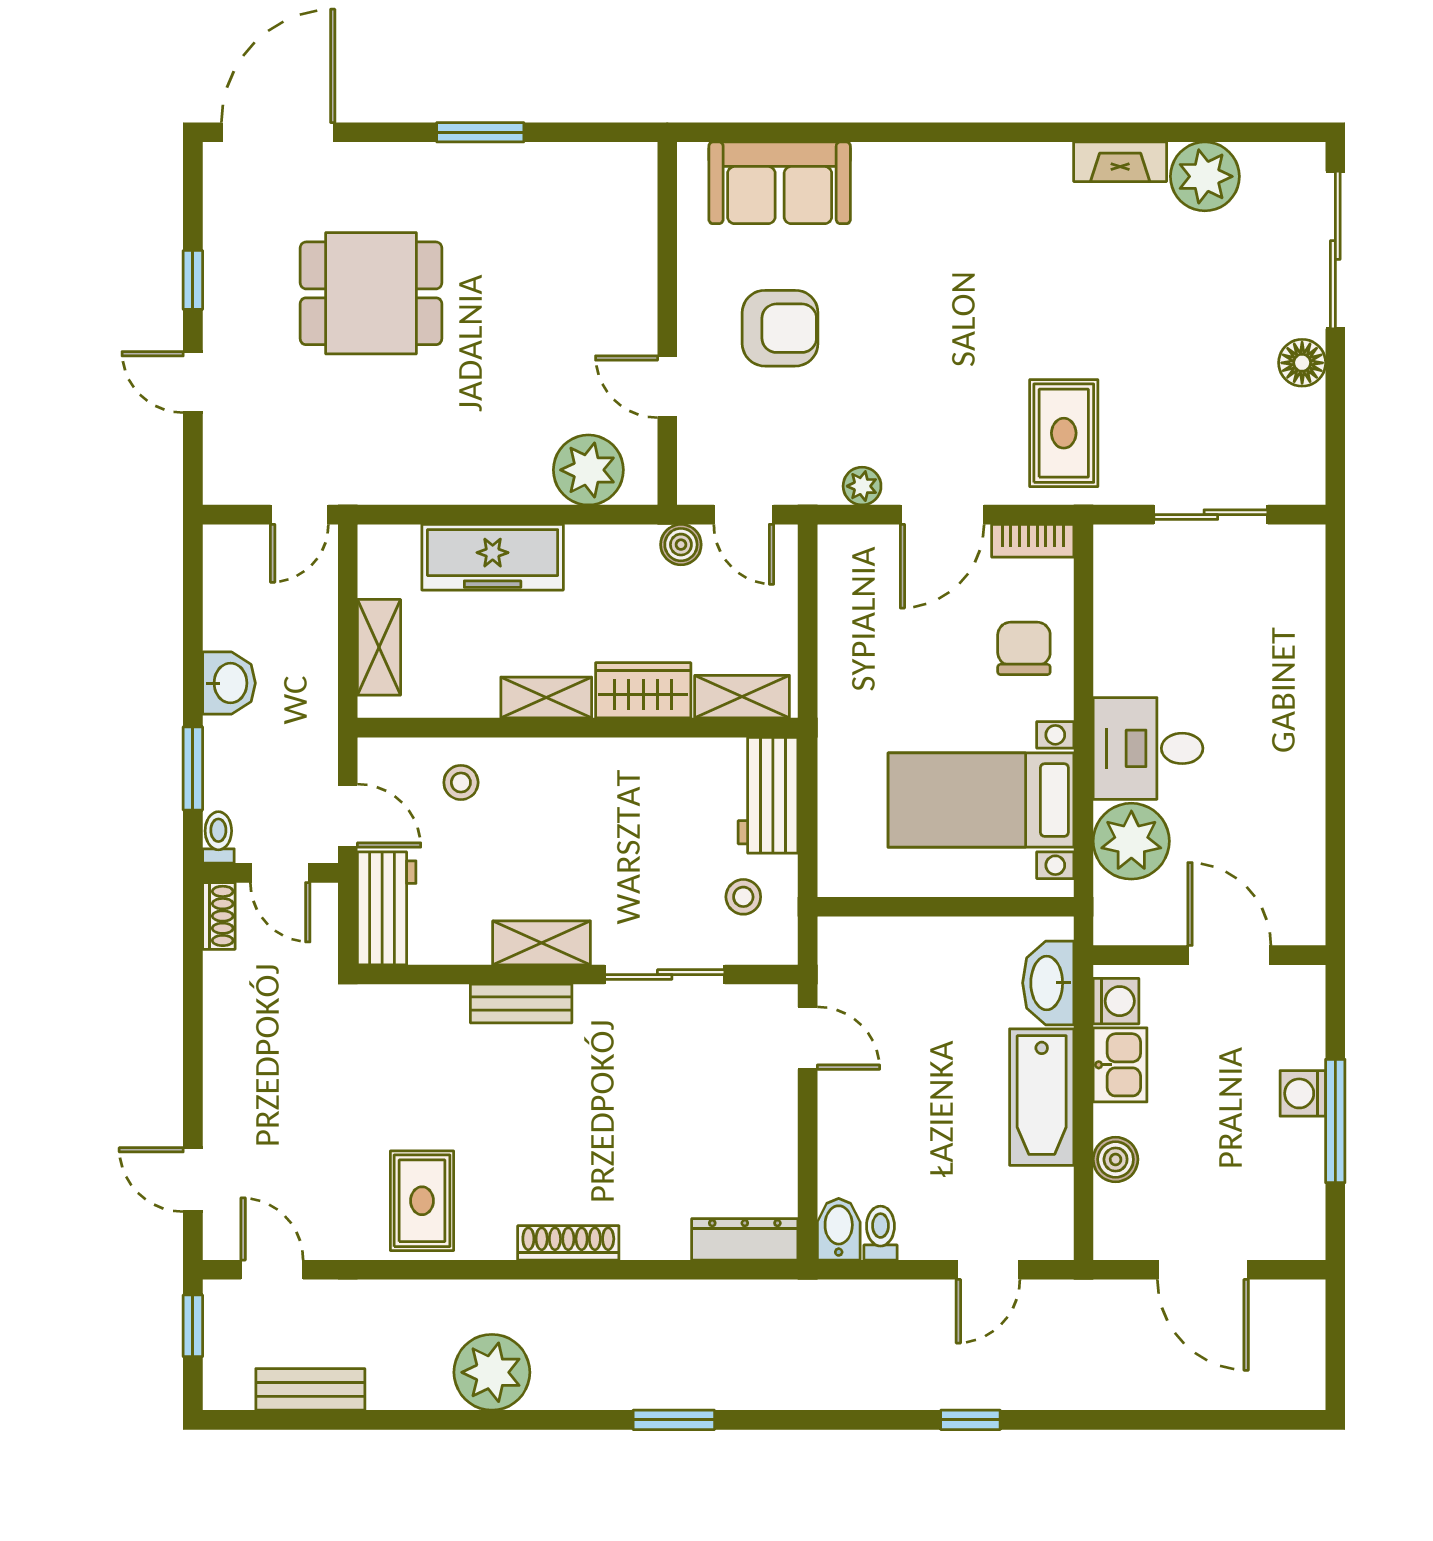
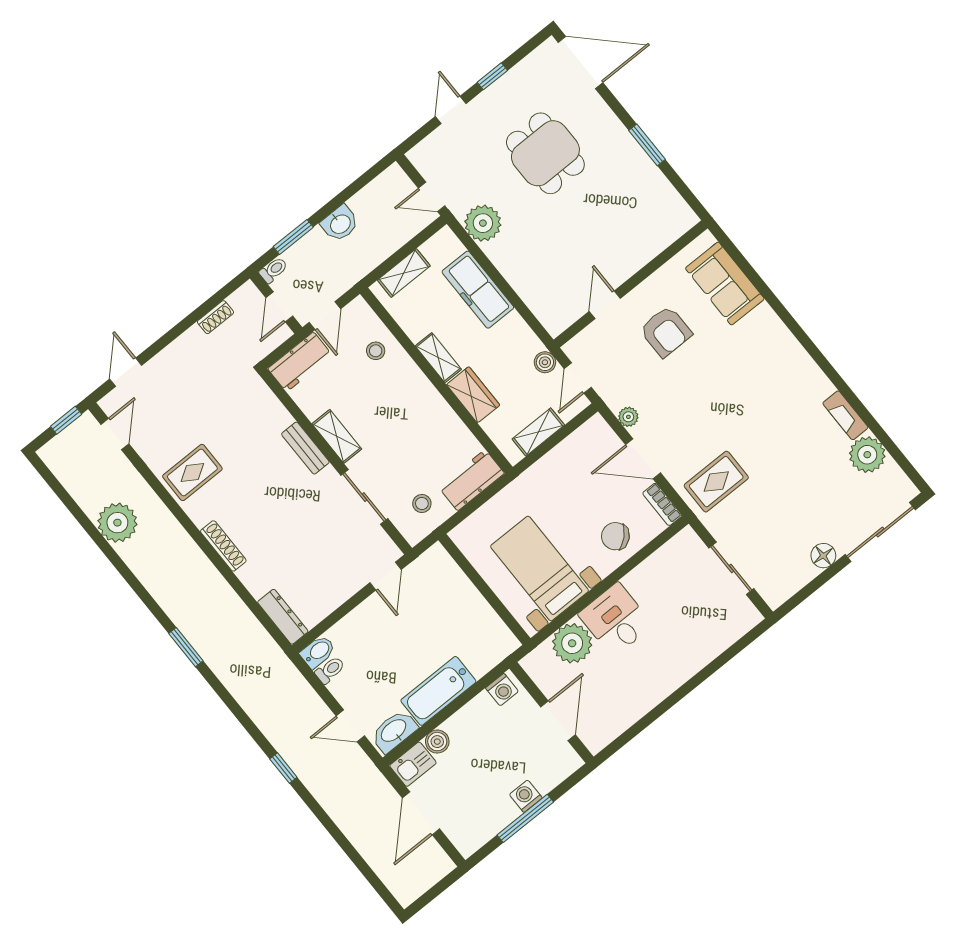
plant: (588, 470) -> (483, 223), moved
chair: (1024, 648) -> (615, 536), turned -133
shelving: (742, 697) -> (538, 432), moved, turned 90
shoe rack: (219, 916) -> (215, 317), moved
washbasin: (1048, 983) -> (394, 731), moved
kitchen sink: (1120, 1065) -> (413, 764), moved
plant: (492, 1372) -> (117, 523), moved
bench: (310, 1389) -> (79, 489), removed

